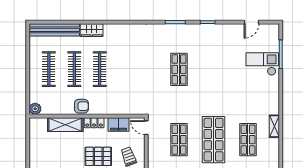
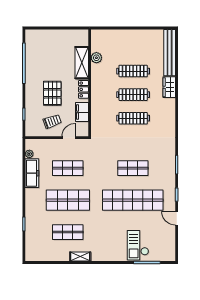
door: (252, 22) -> (177, 218), moved
checkout: (262, 64) -> (138, 245), turned 180
clothes rail: (49, 69) -> (133, 118), moved
shop shelf: (214, 69) -> (133, 200), added
armchair: (81, 106) -> (99, 78), removed
plant: (35, 109) -> (96, 58), moved
door: (146, 128) -> (69, 138), moved

